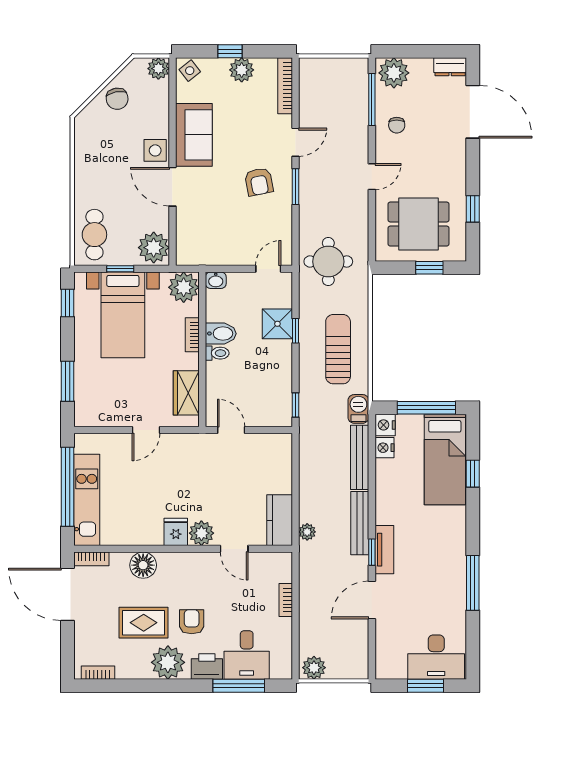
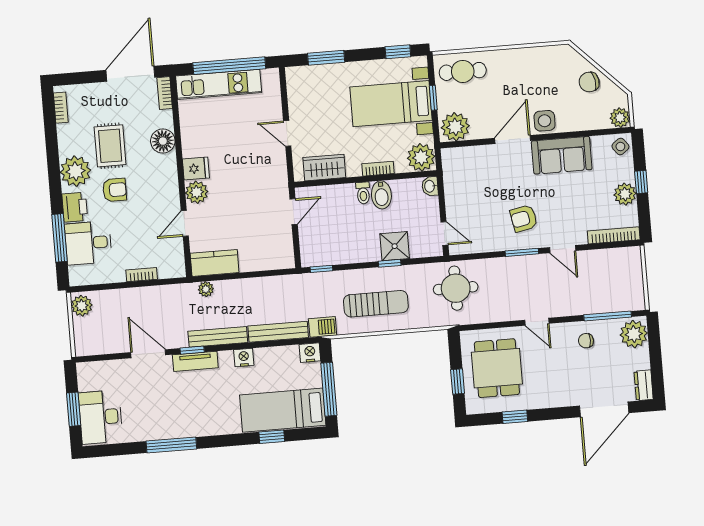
nightstand: (384, 448) -> (244, 357), moved

